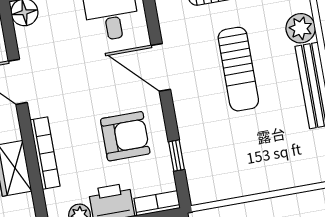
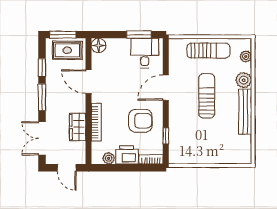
door: (161, 67) -> (166, 88), hinge flipped
sun lounger: (238, 69) -> (207, 96), turned 180

